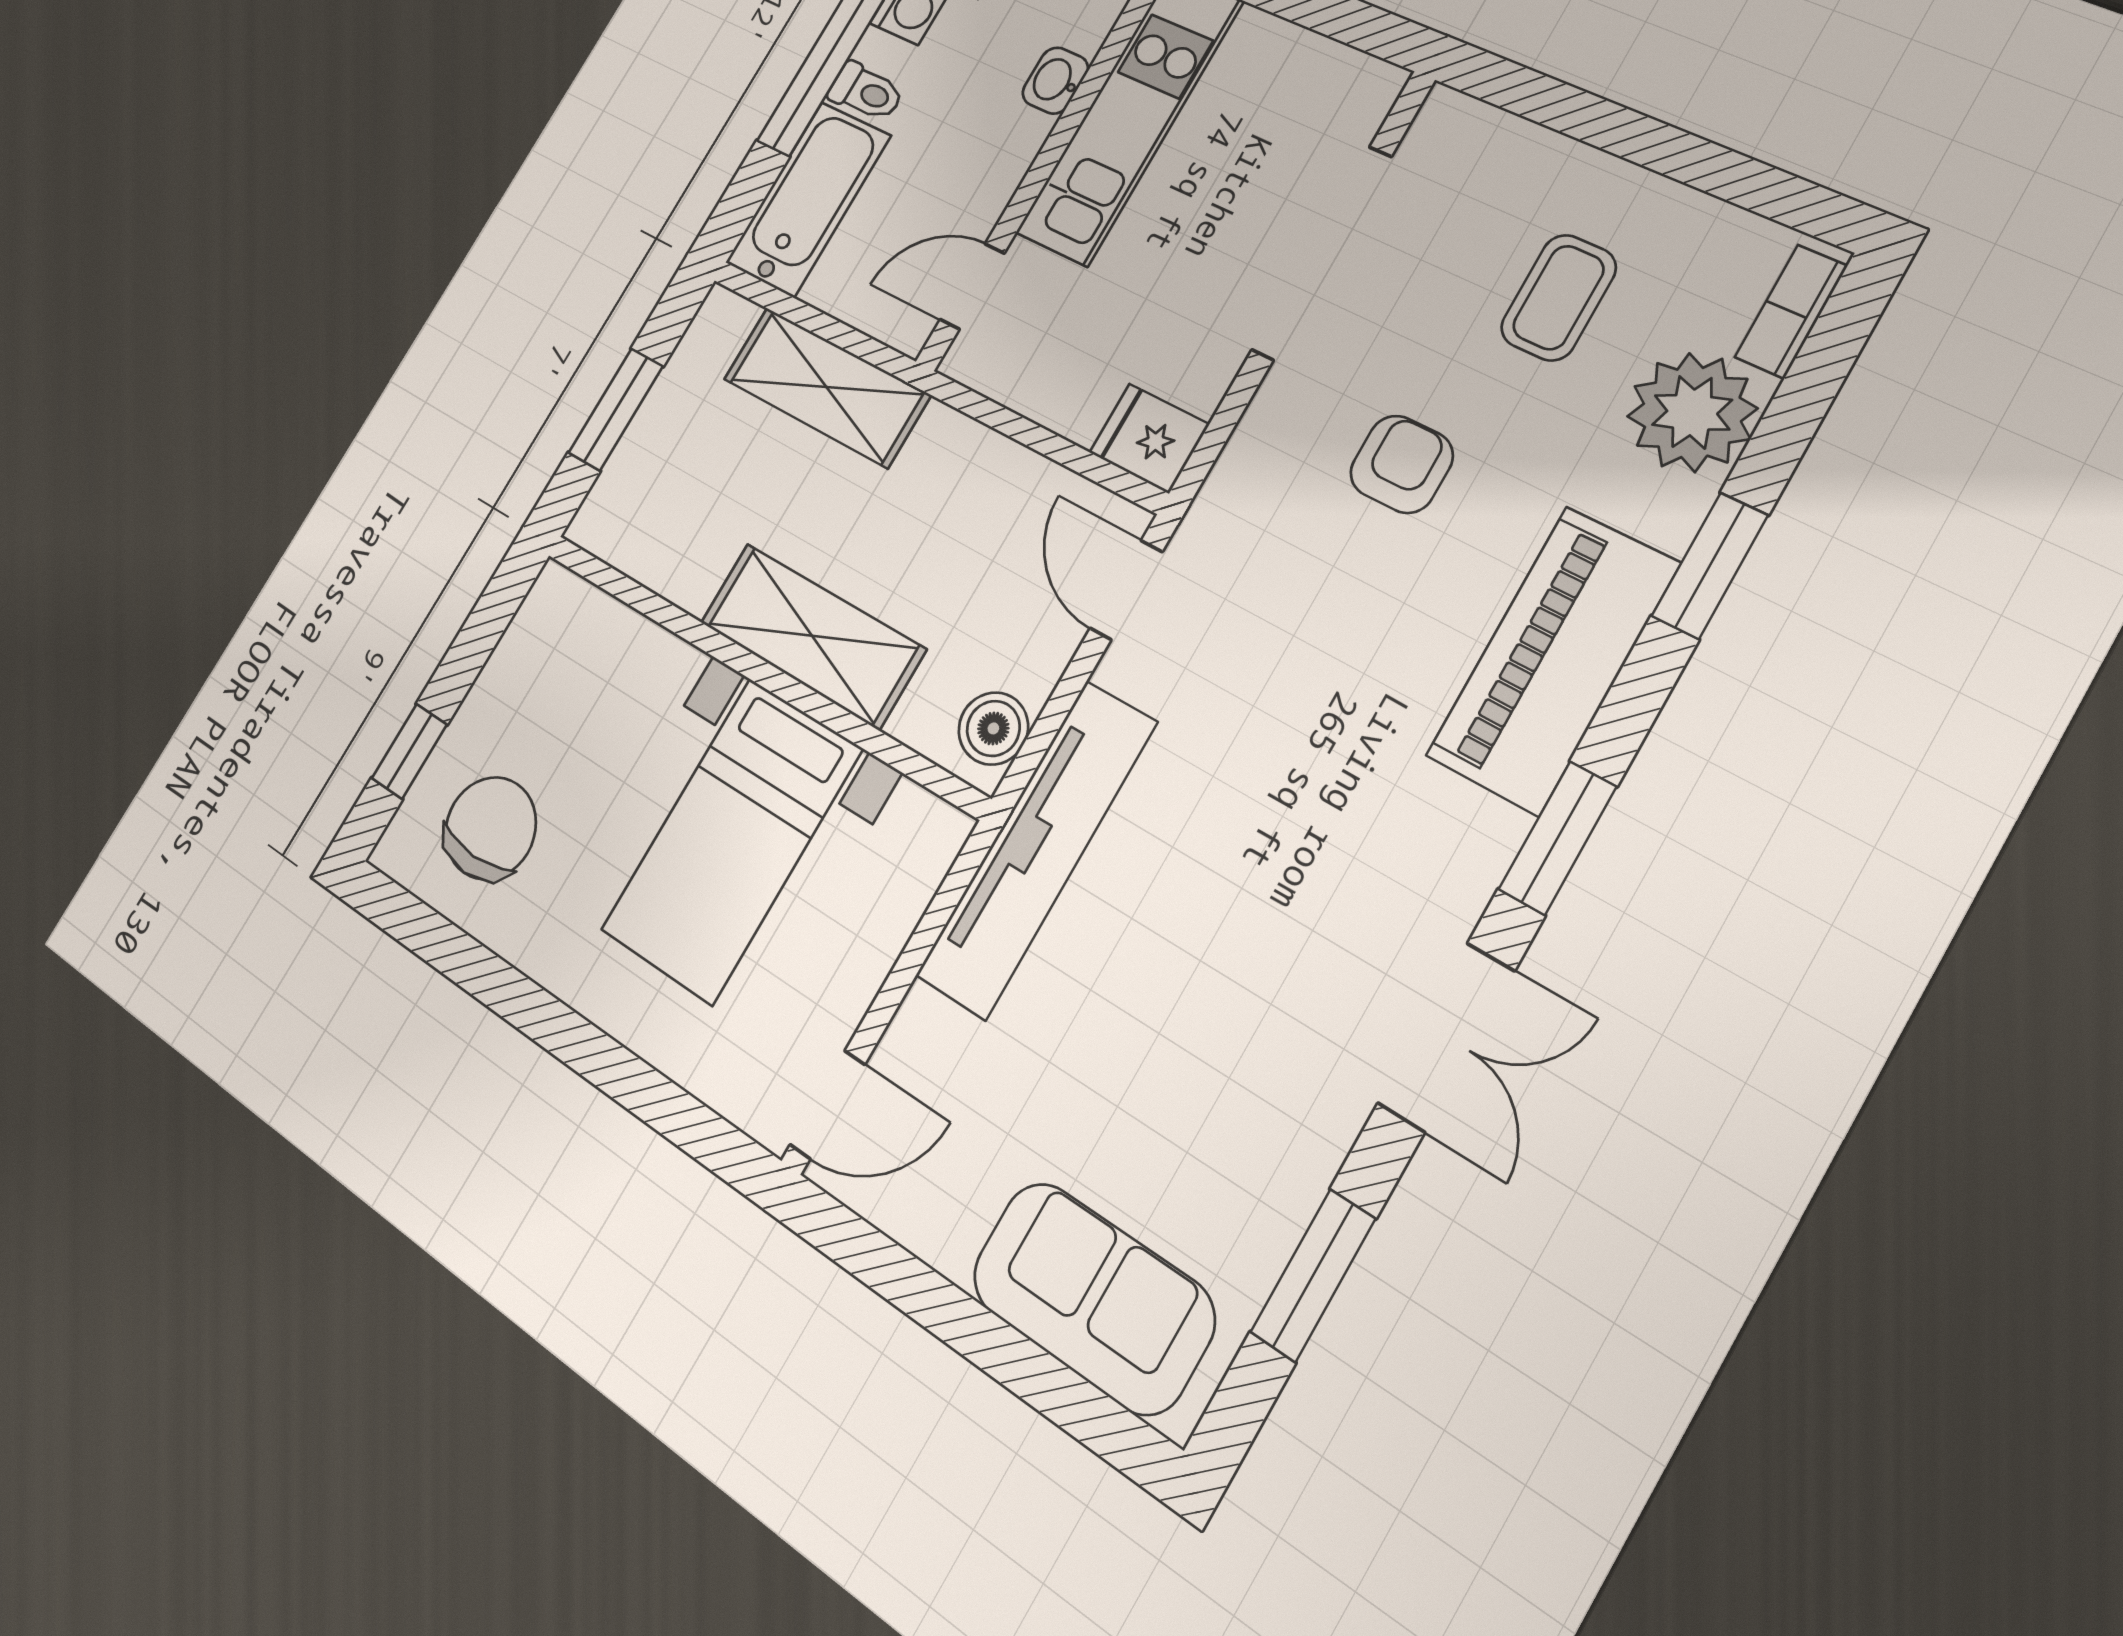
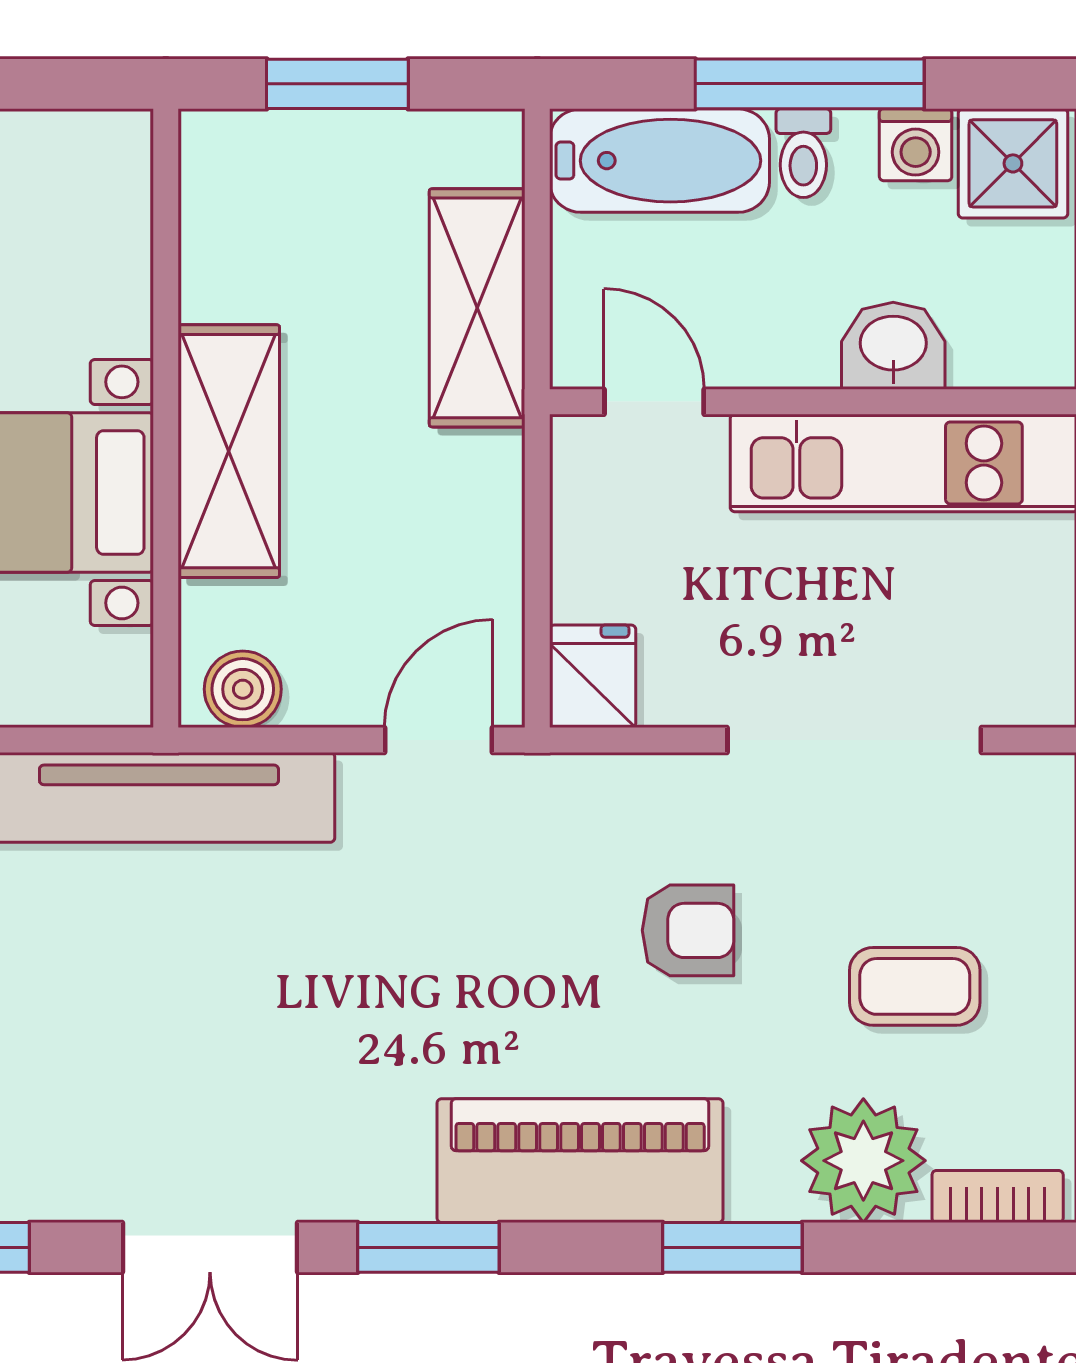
washbasin: (1055, 81) -> (893, 346), width x1.38, depth x1.45

